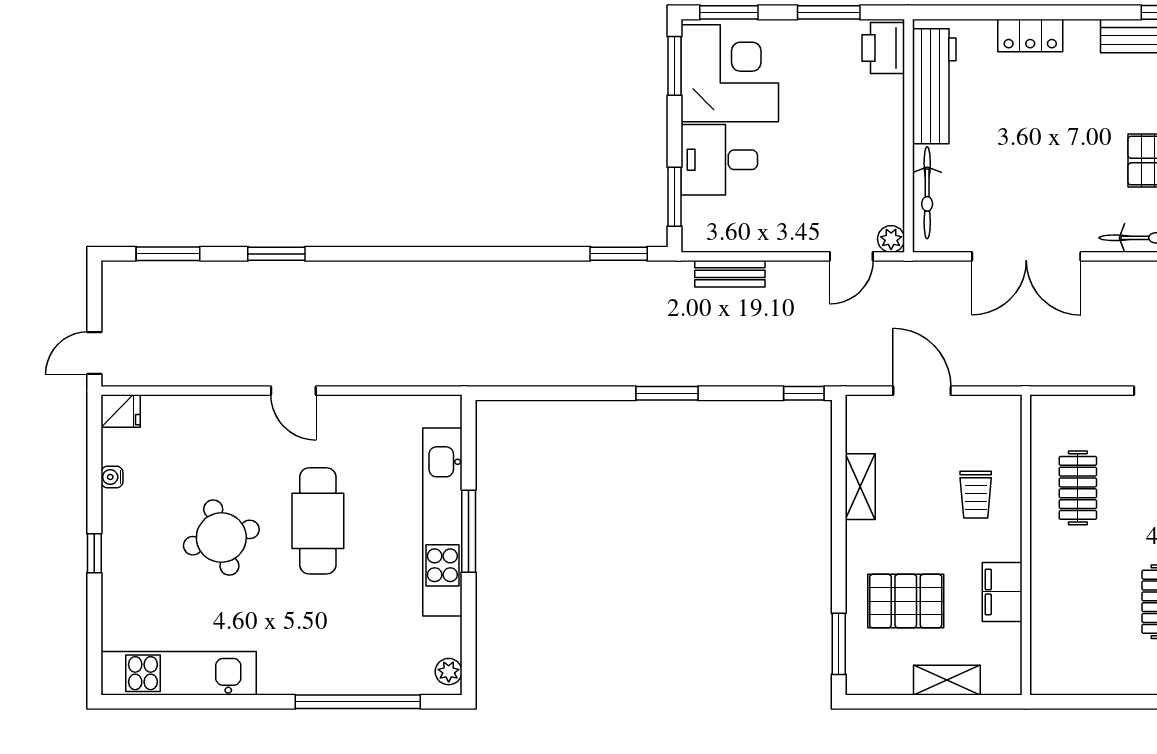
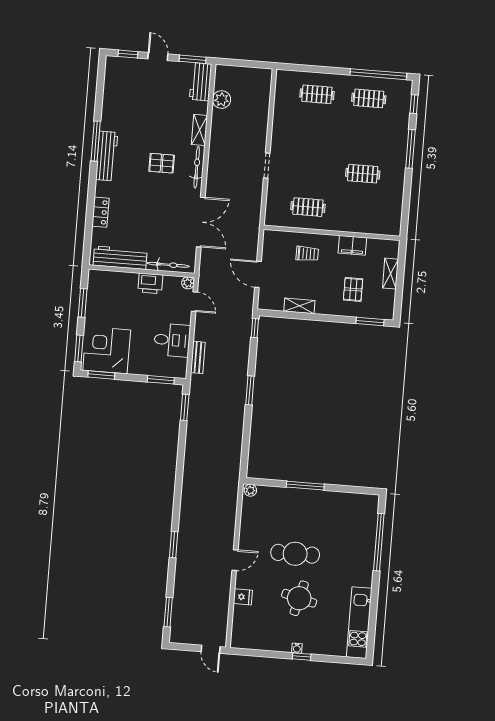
printer: (883, 48) -> (150, 283), moved
desk: (719, 160) -> (172, 340), moved, turned -90
window: (276, 254) -> (174, 545), moved
door: (922, 391) -> (258, 274), hinge flipped
fridge: (121, 411) -> (243, 597), moved, turned 90
water cooler: (112, 477) -> (297, 648), moved
kitchen unit: (442, 522) -> (300, 497), removed
round table: (221, 538) -> (299, 598), turned 30
pallet: (906, 601) -> (353, 289), width x0.67, depth x0.71
plant: (449, 672) -> (250, 490), moved

